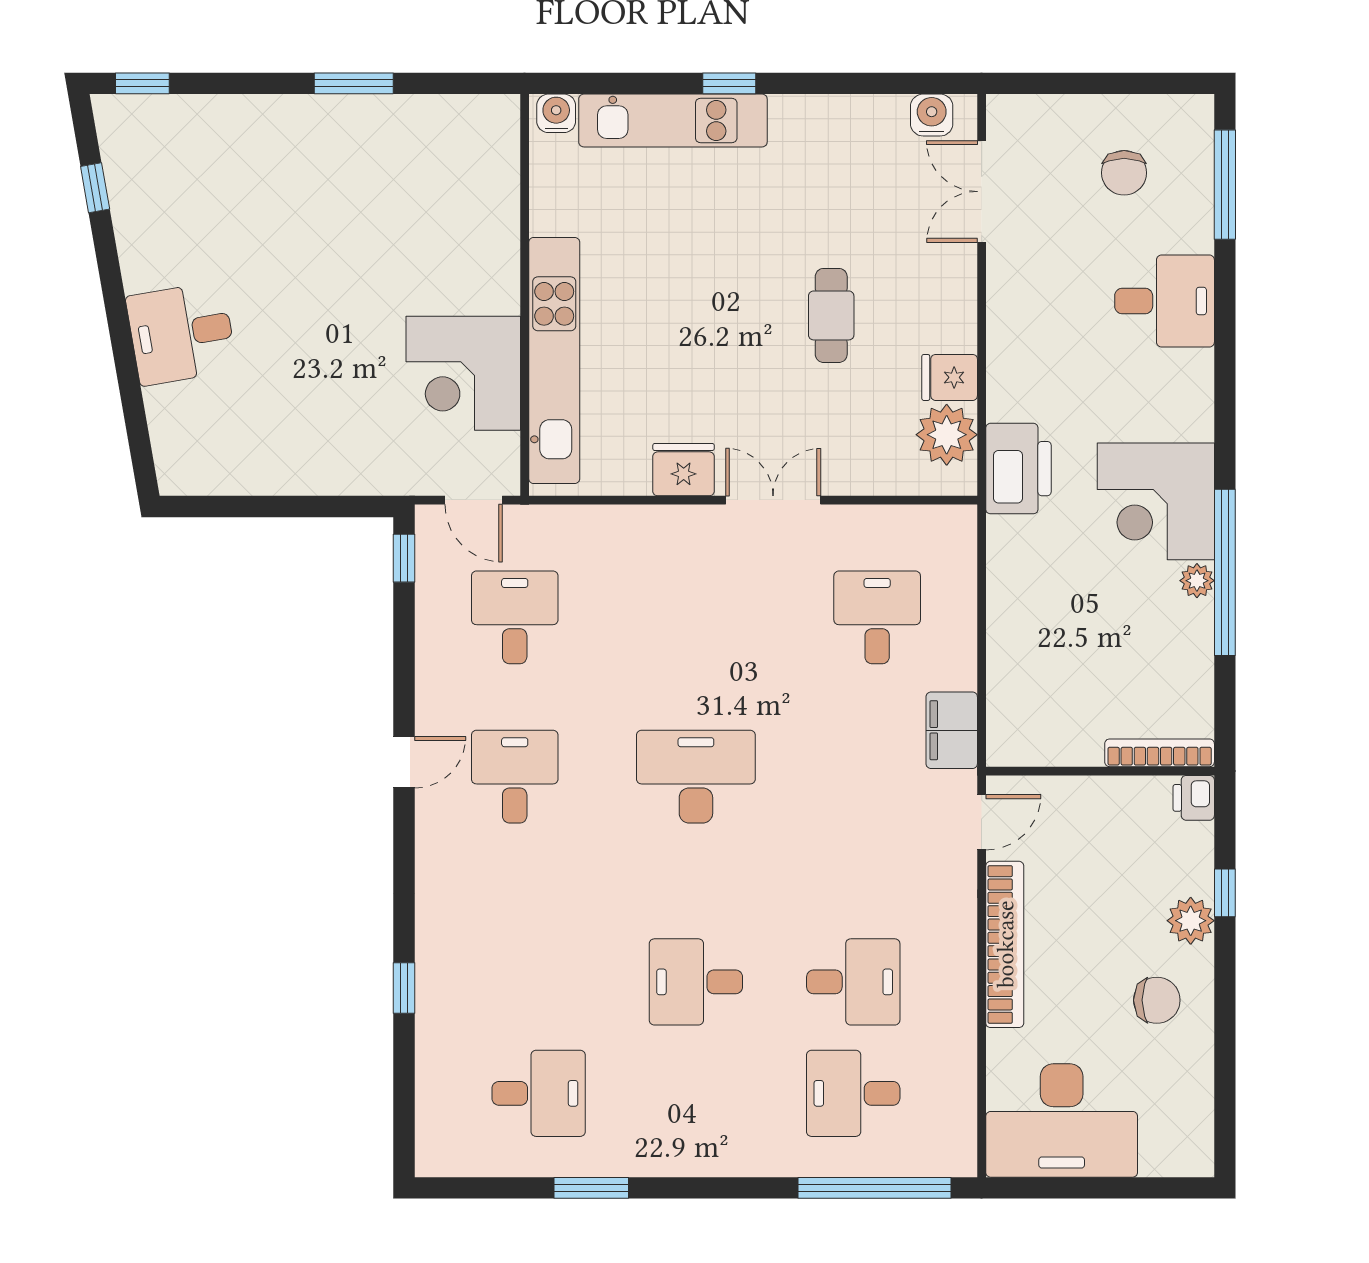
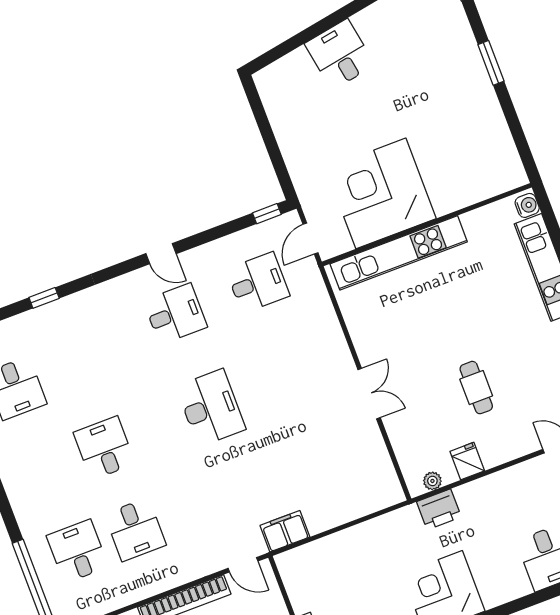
window: (354, 83) -> (491, 63), moved
cafe table: (831, 315) -> (476, 388), turned 90
corner desk: (463, 373) -> (381, 193), width x1.36, depth x1.36
plant: (947, 435) -> (432, 481), width x0.53, depth x0.53
printer: (1018, 469) -> (439, 509), width x0.73, depth x0.84
fridge: (684, 470) -> (367, 341), removed
desk: (877, 617) -> (329, 470), removed

